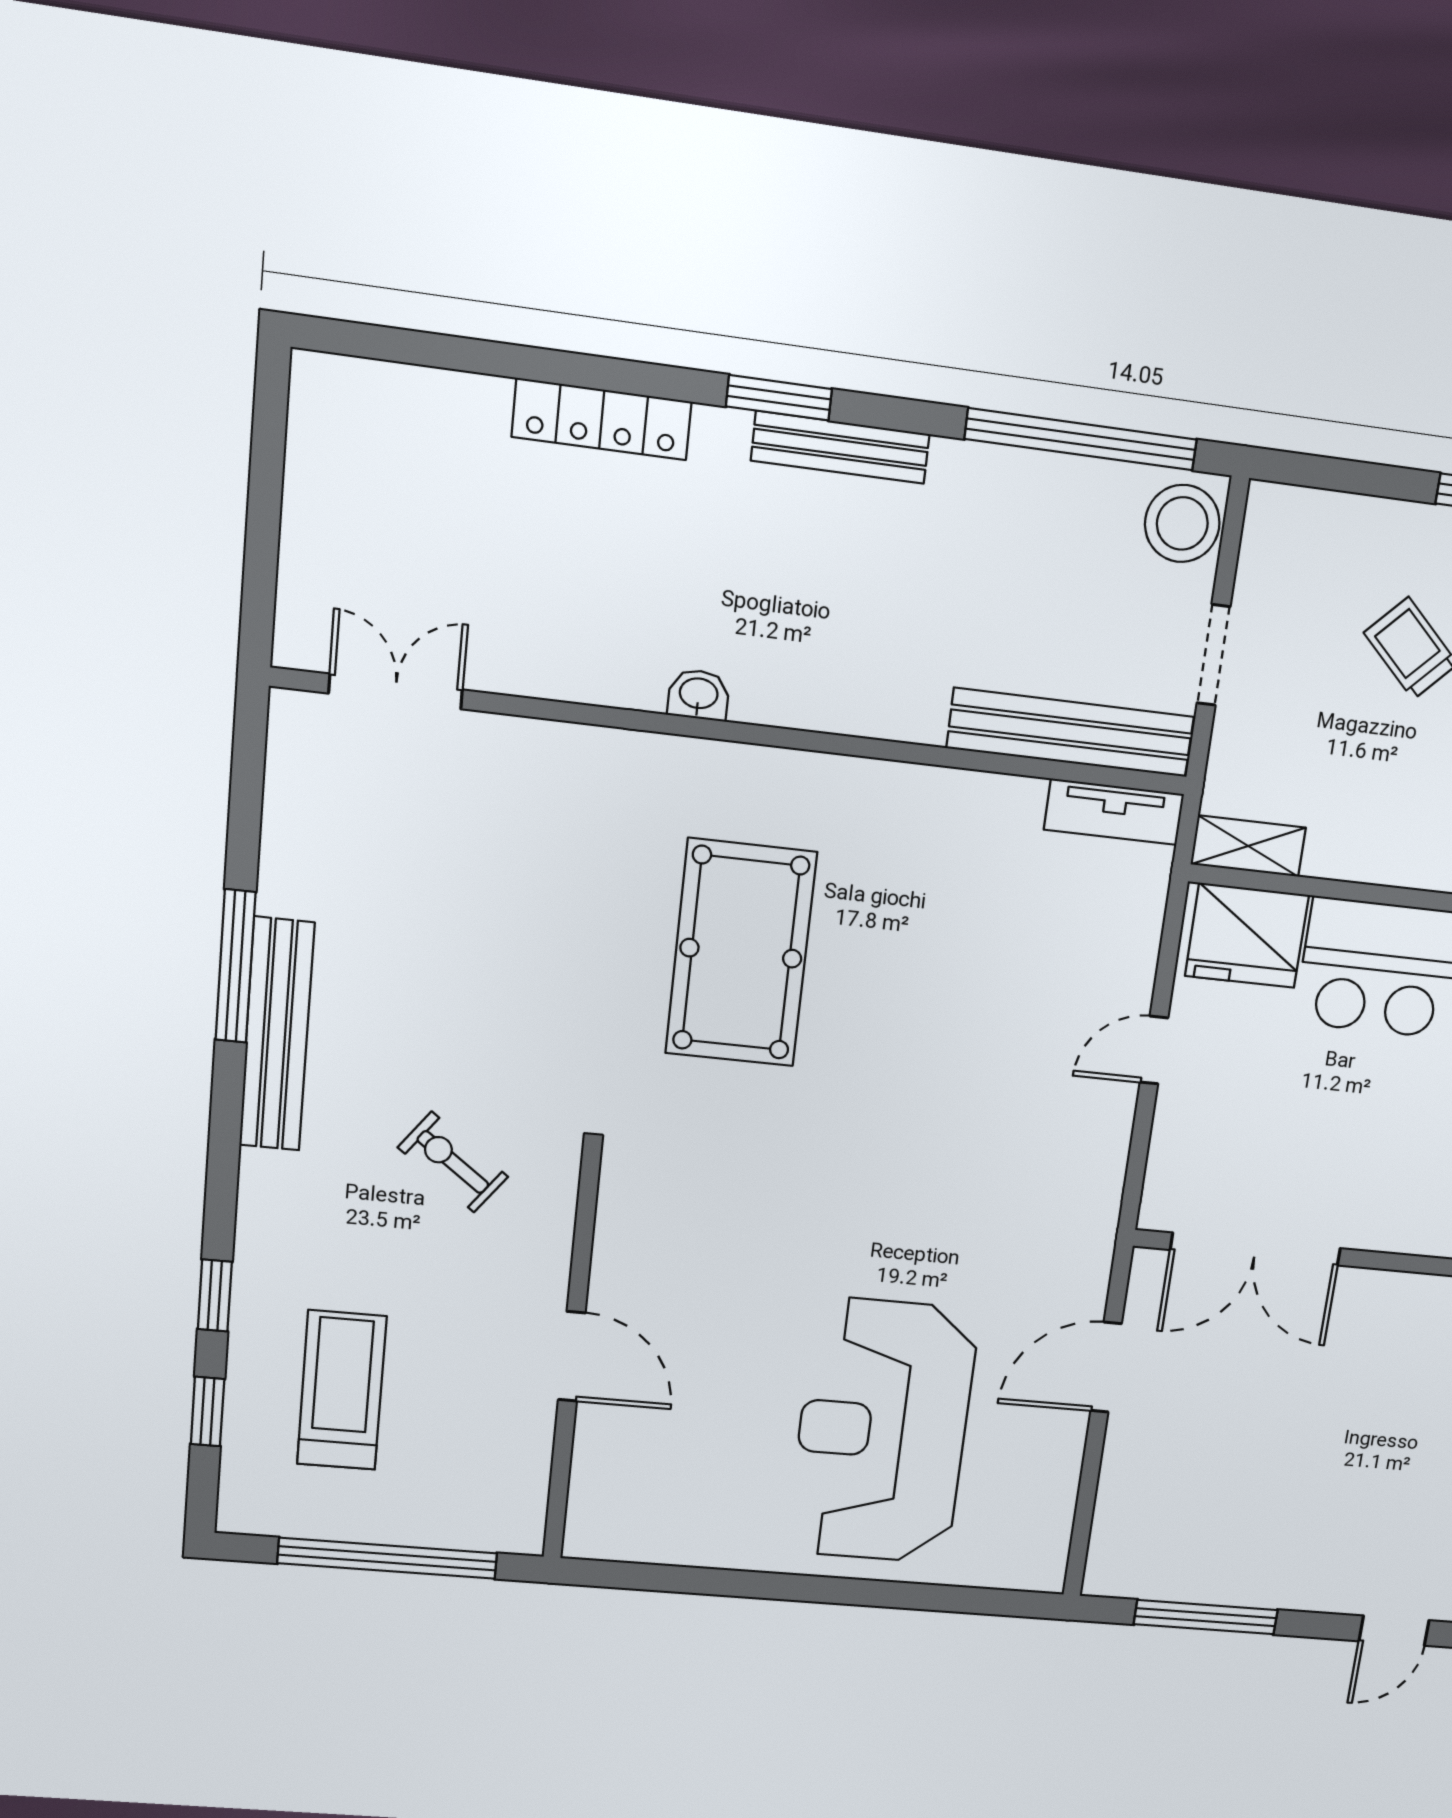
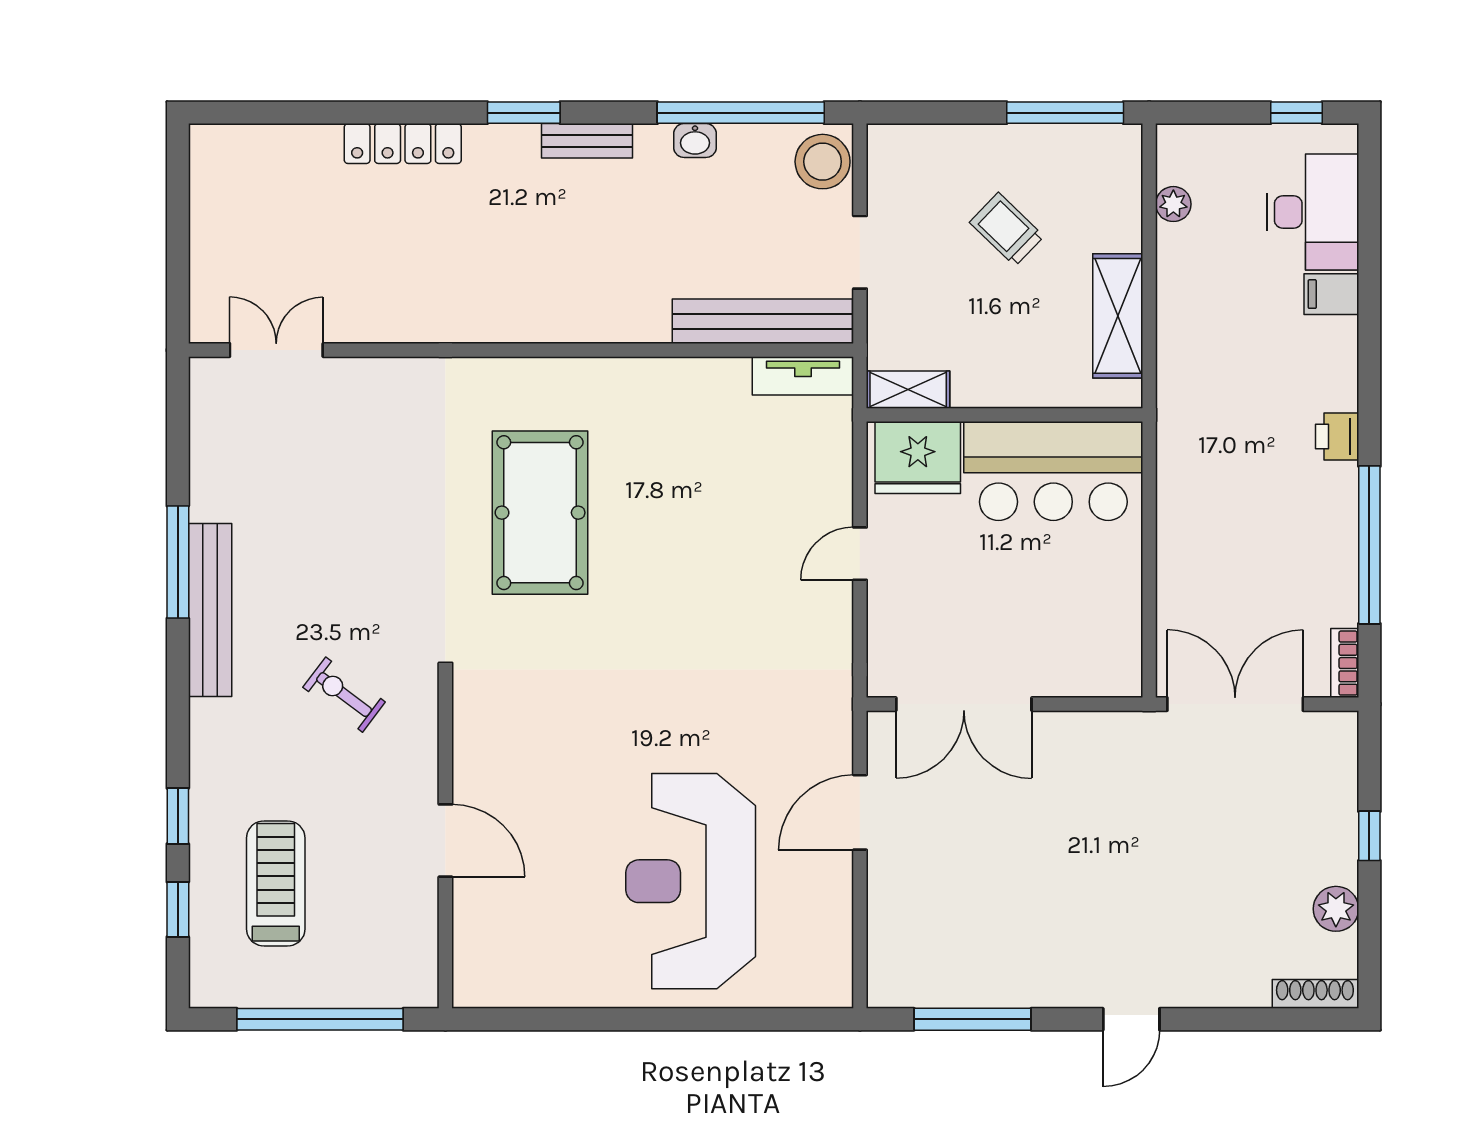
bench: (840, 447) -> (587, 141), width x0.73
washbasin: (699, 695) -> (695, 141), moved, turned 180

